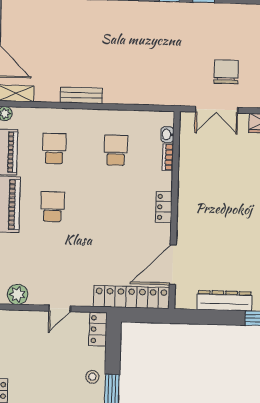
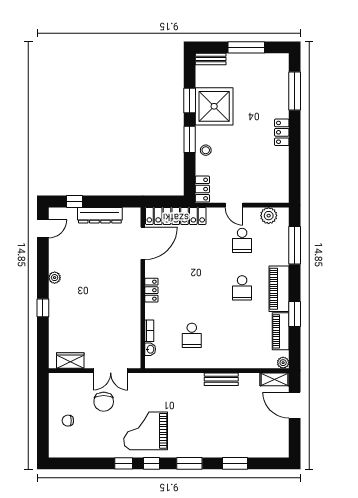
grand piano: (176, 35) -> (146, 431), added
double door: (217, 110) -> (111, 371), swing flipped
school desk: (54, 149) -> (242, 240), moved
door: (60, 308) -> (234, 205), swing flipped

